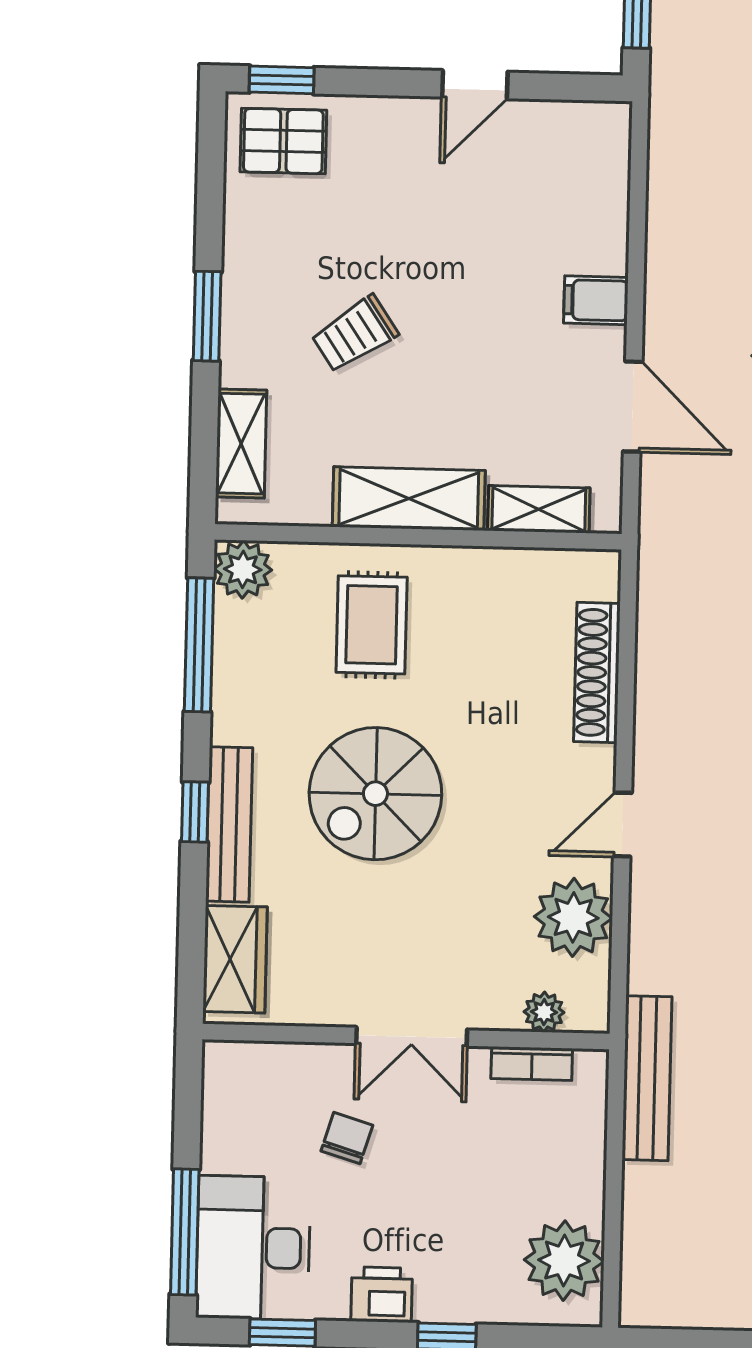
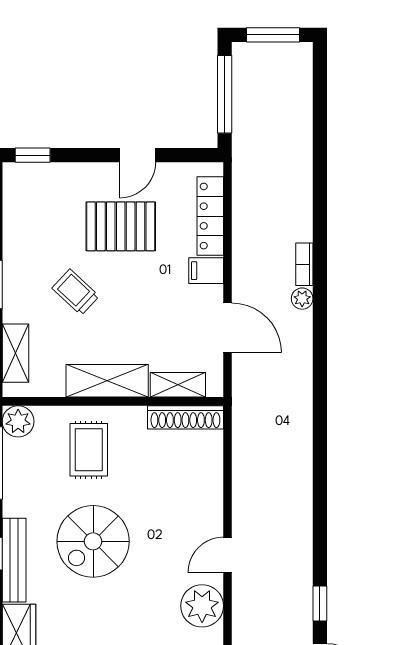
pallet: (283, 141) -> (121, 226), moved, width x1.50, depth x1.42
locker: (606, 200) -> (210, 216), added
trolley: (355, 334) -> (76, 292), turned 77
shoe rack: (597, 672) -> (185, 417), moved, turned -90

